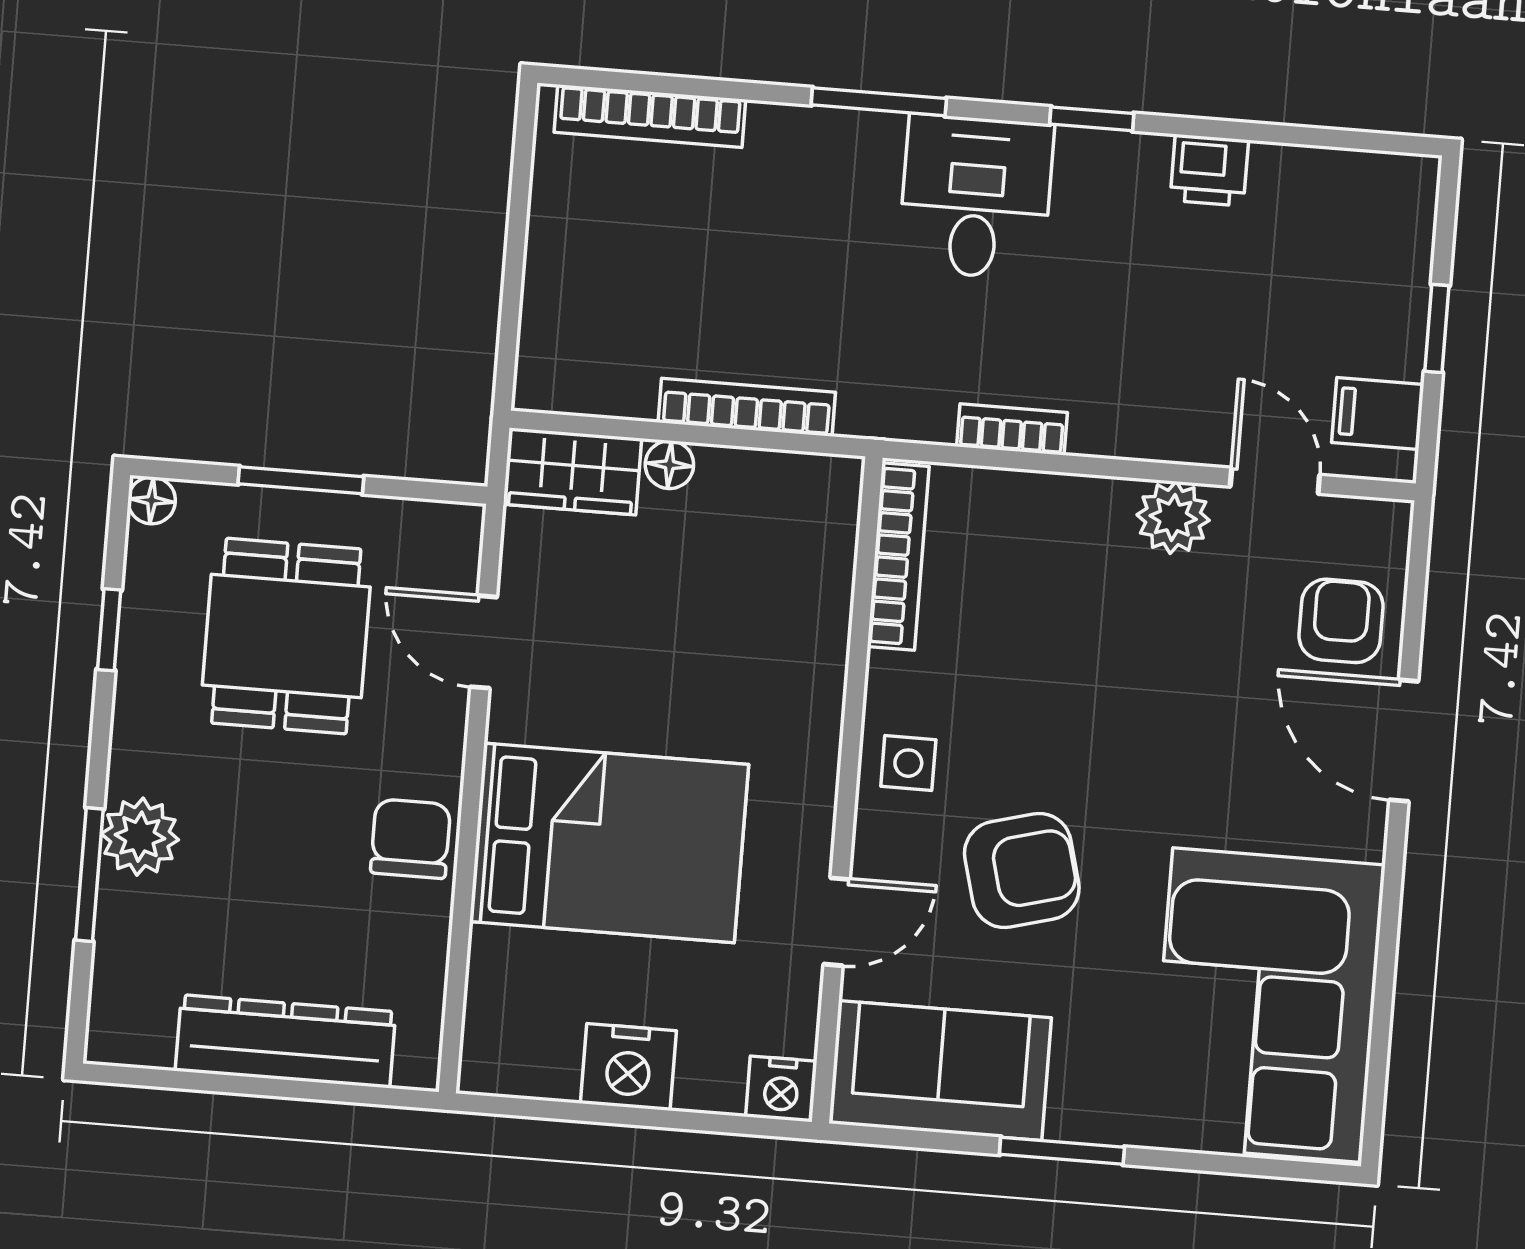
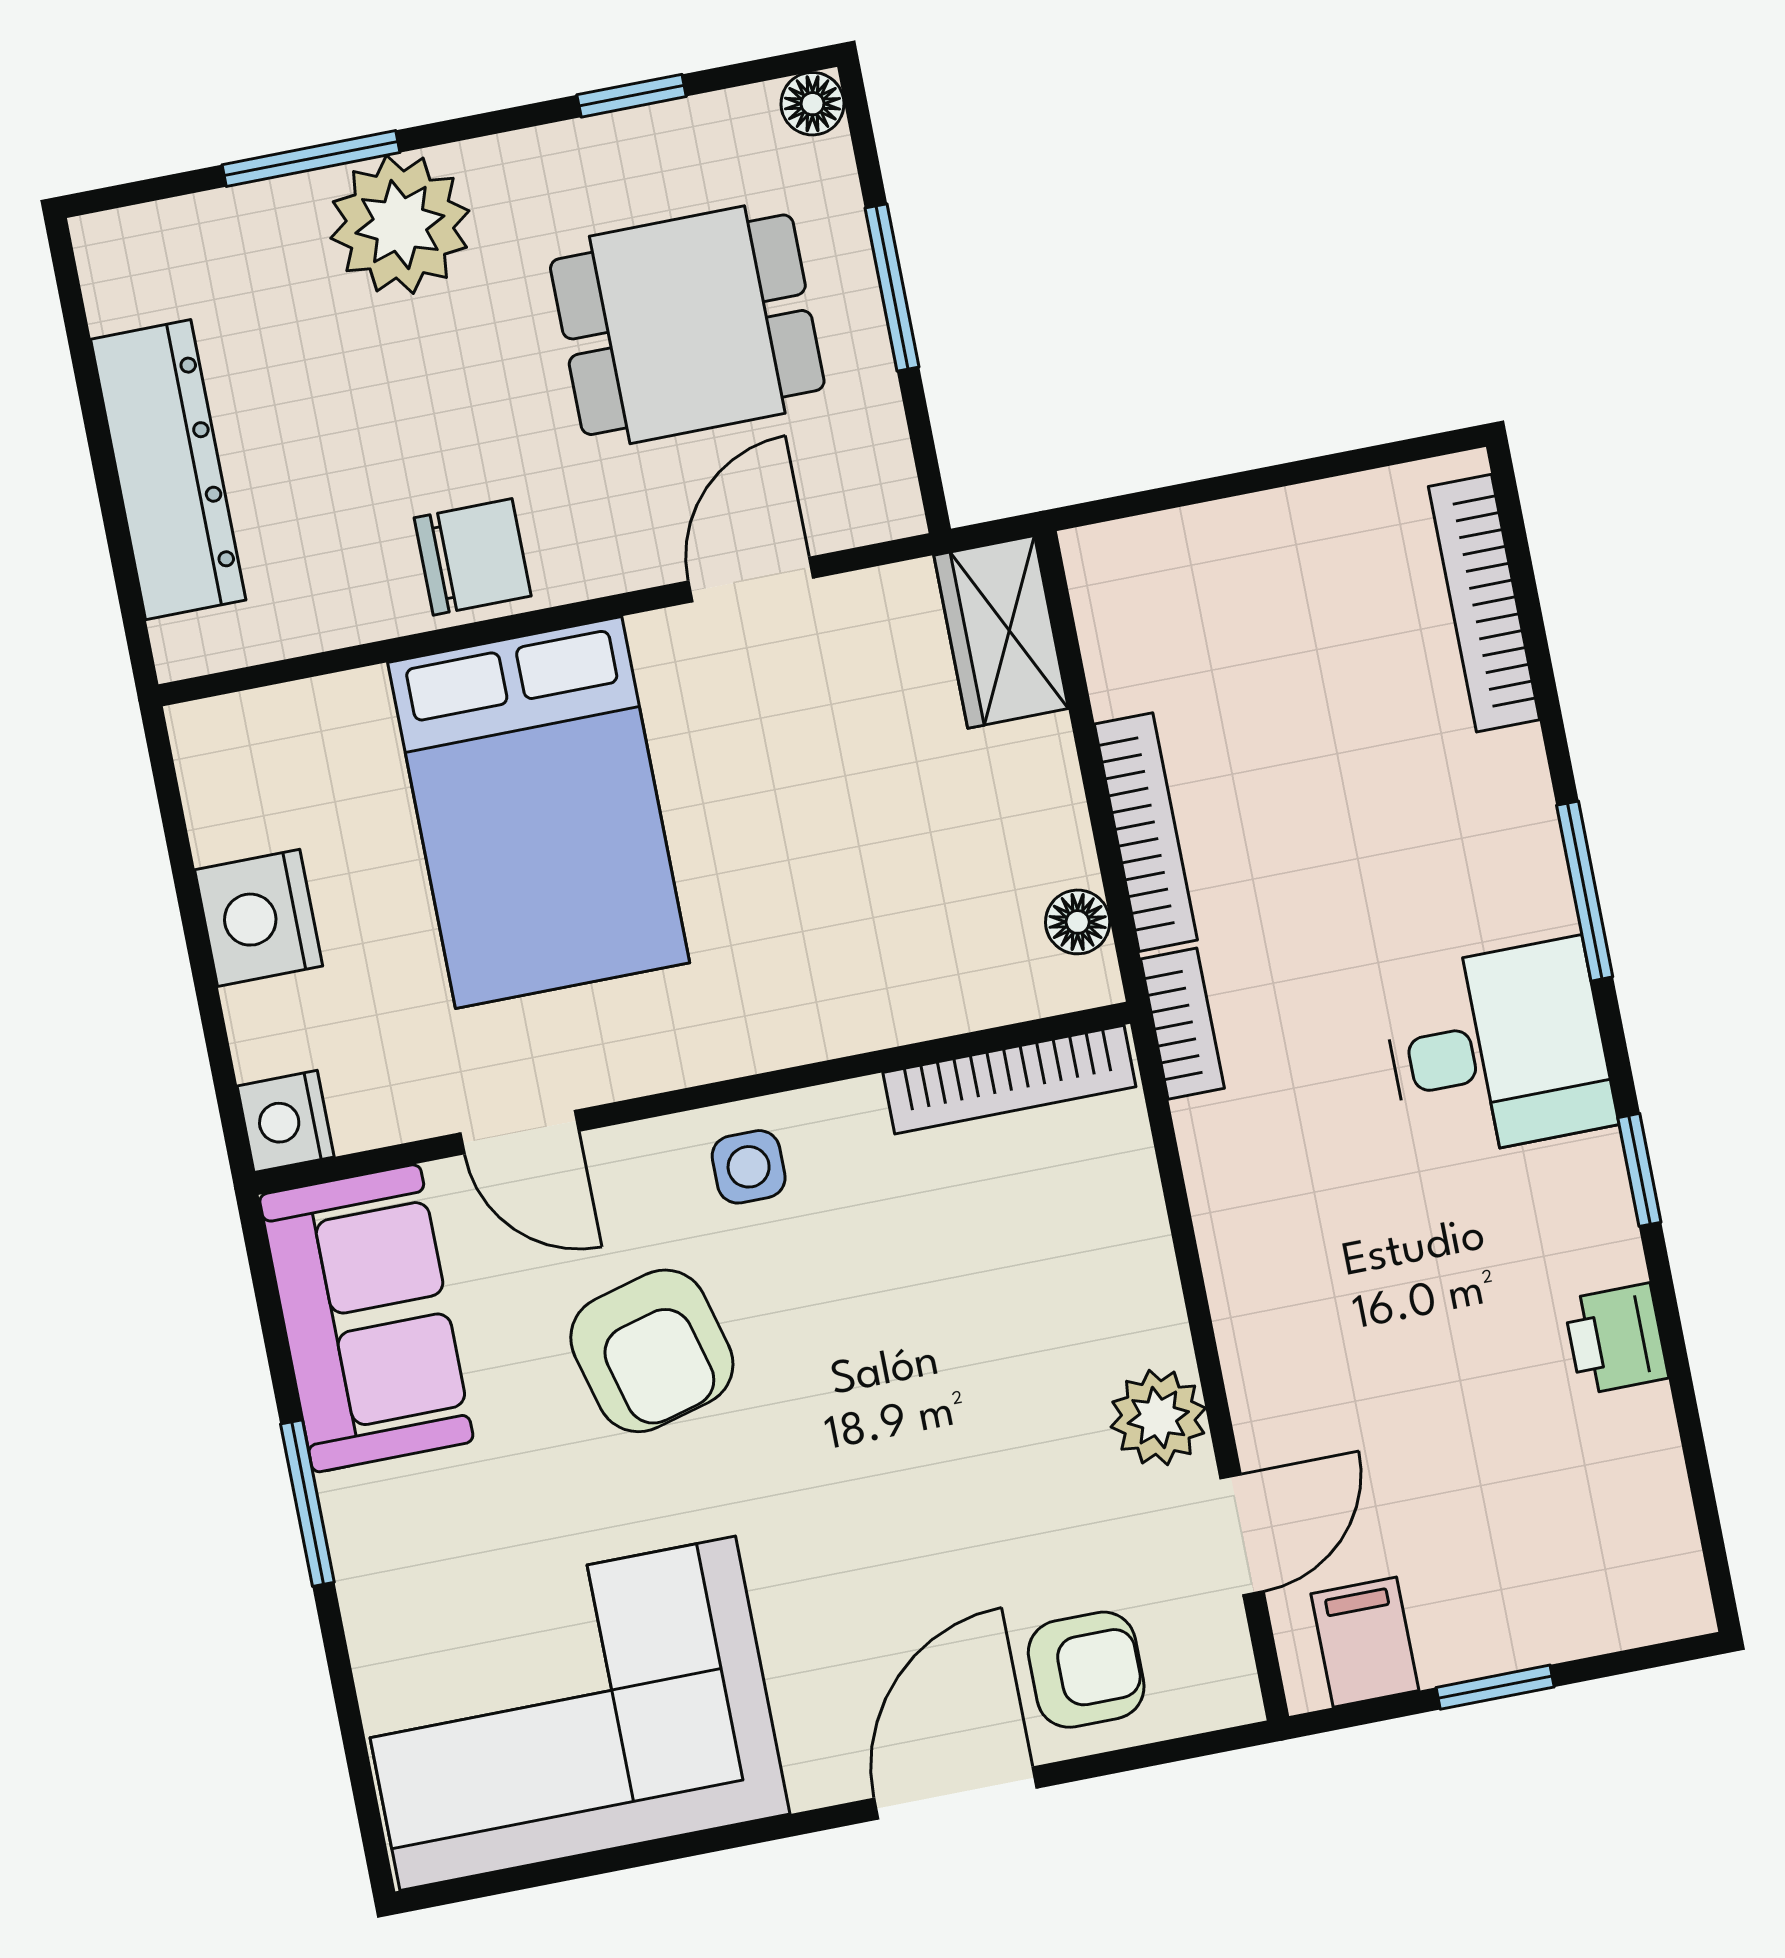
bookcase: (1012, 429) -> (1182, 1024), moved
floor lamp: (669, 465) -> (1078, 922), moved
plant: (140, 837) -> (400, 224), width x1.36, depth x1.36

